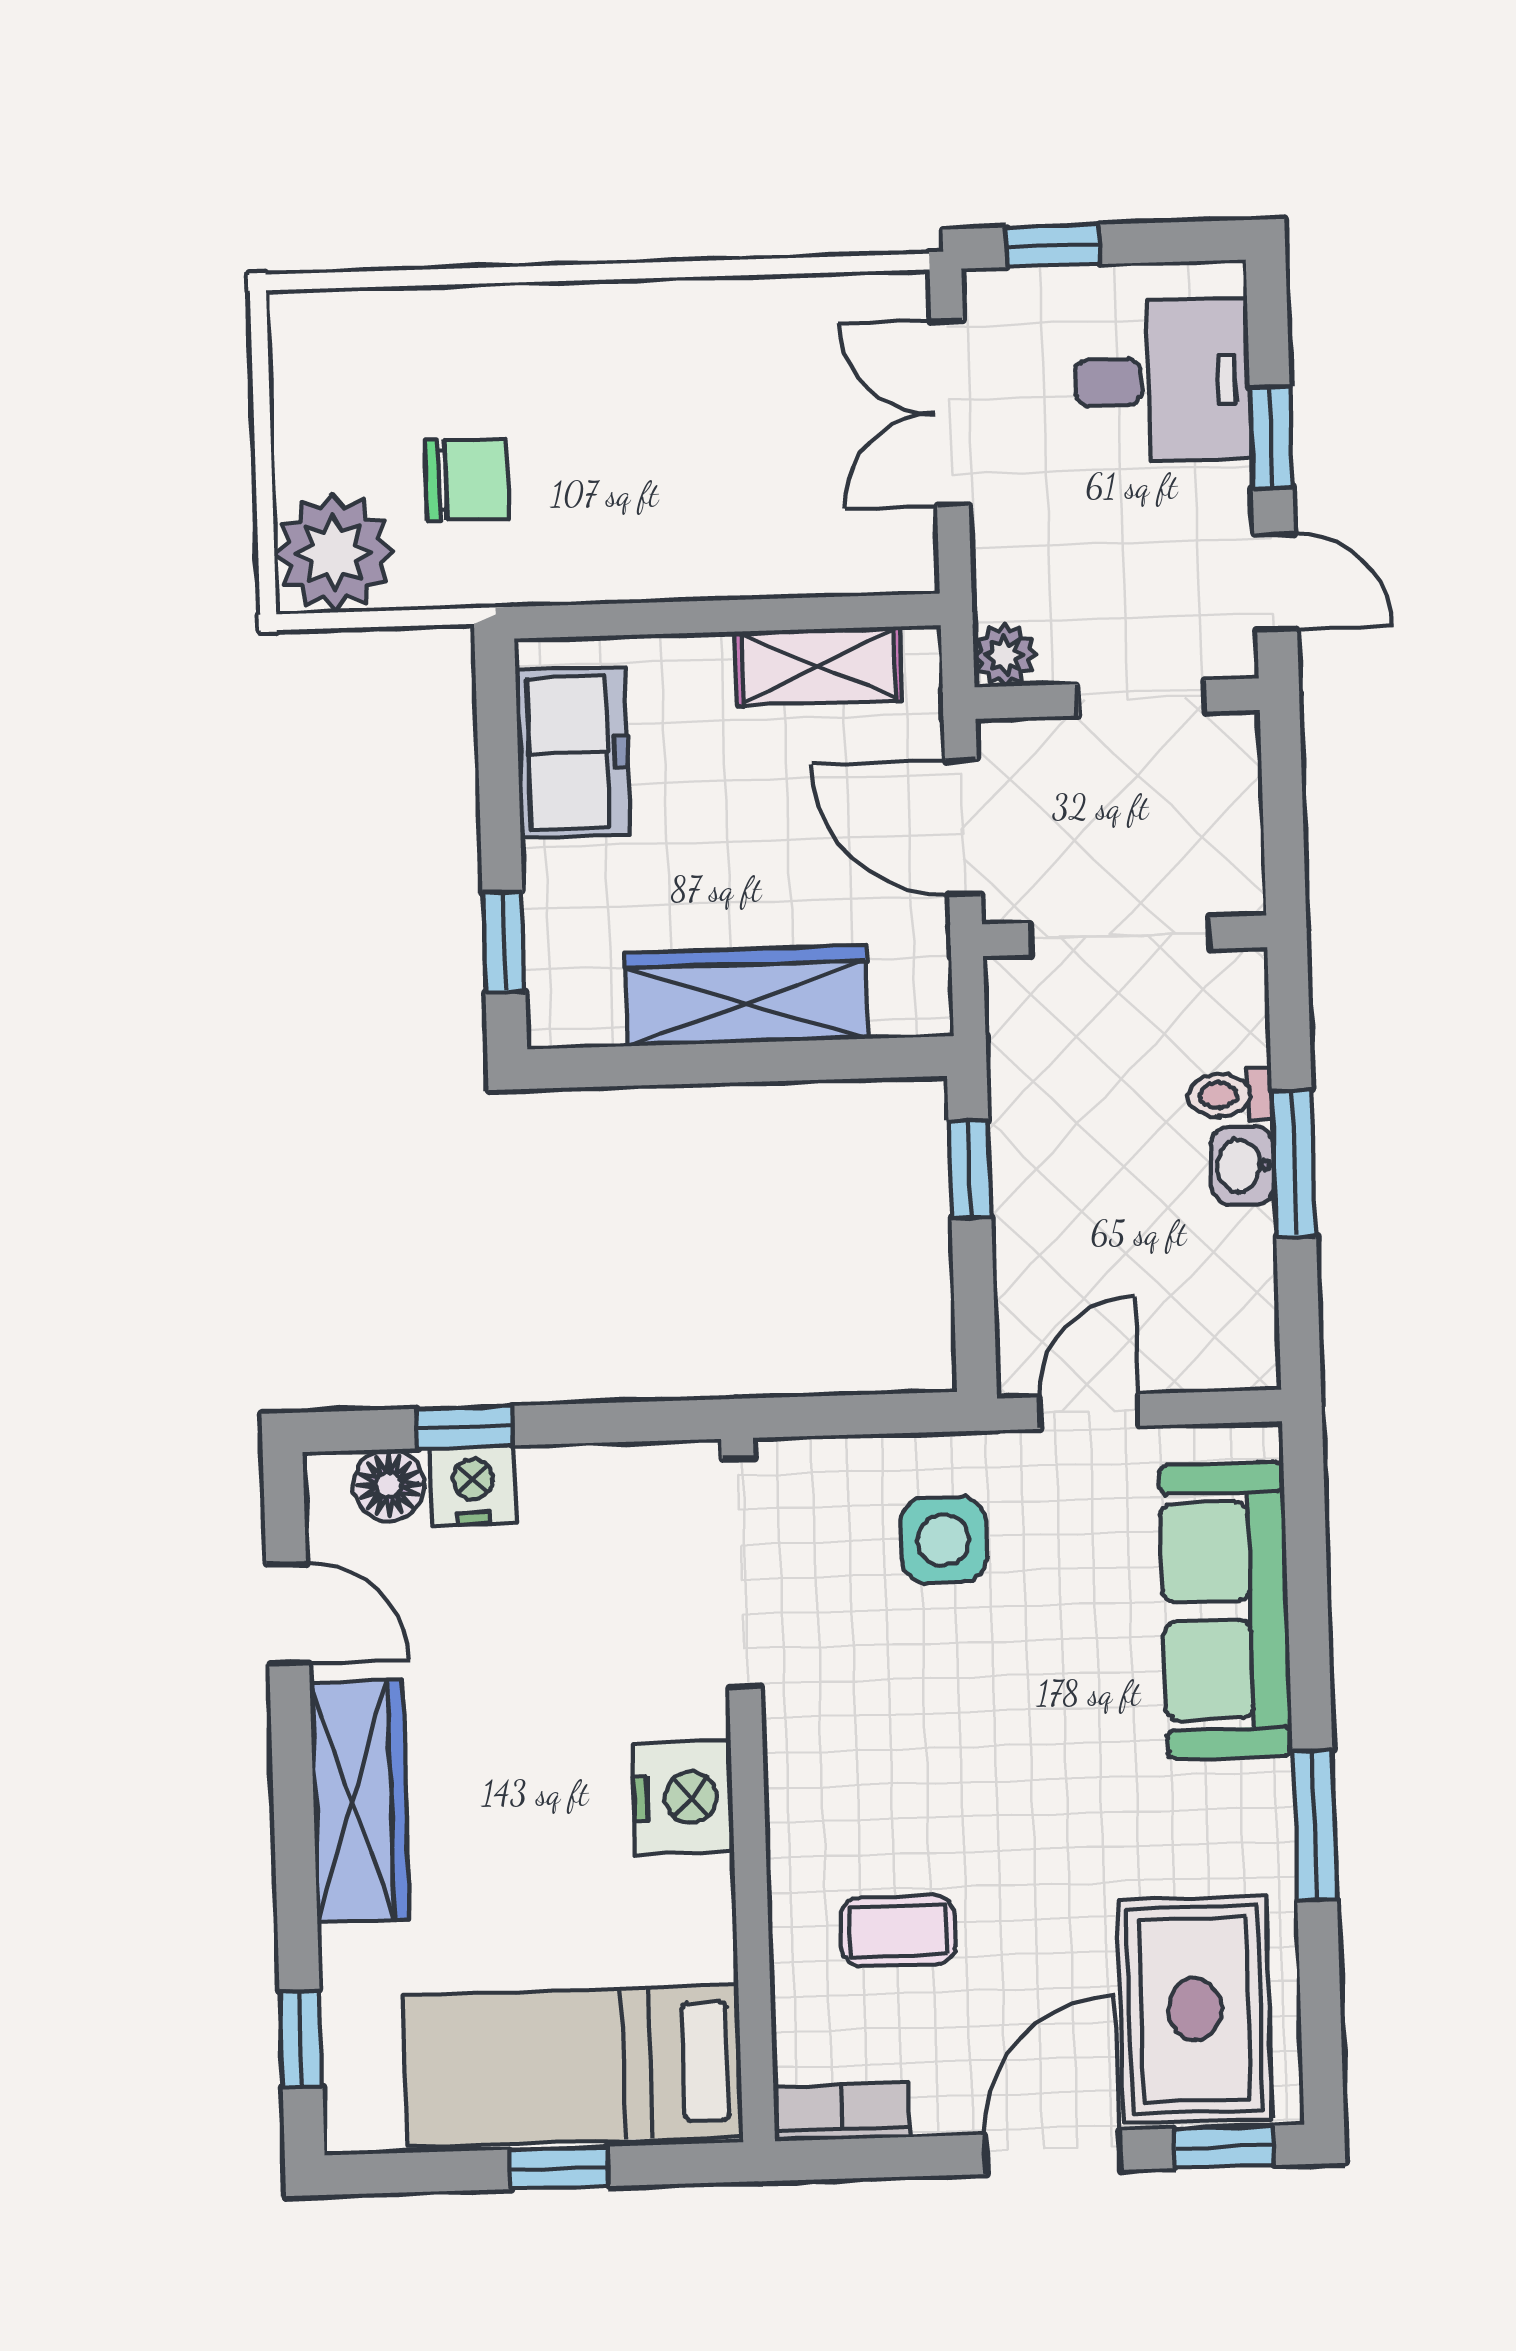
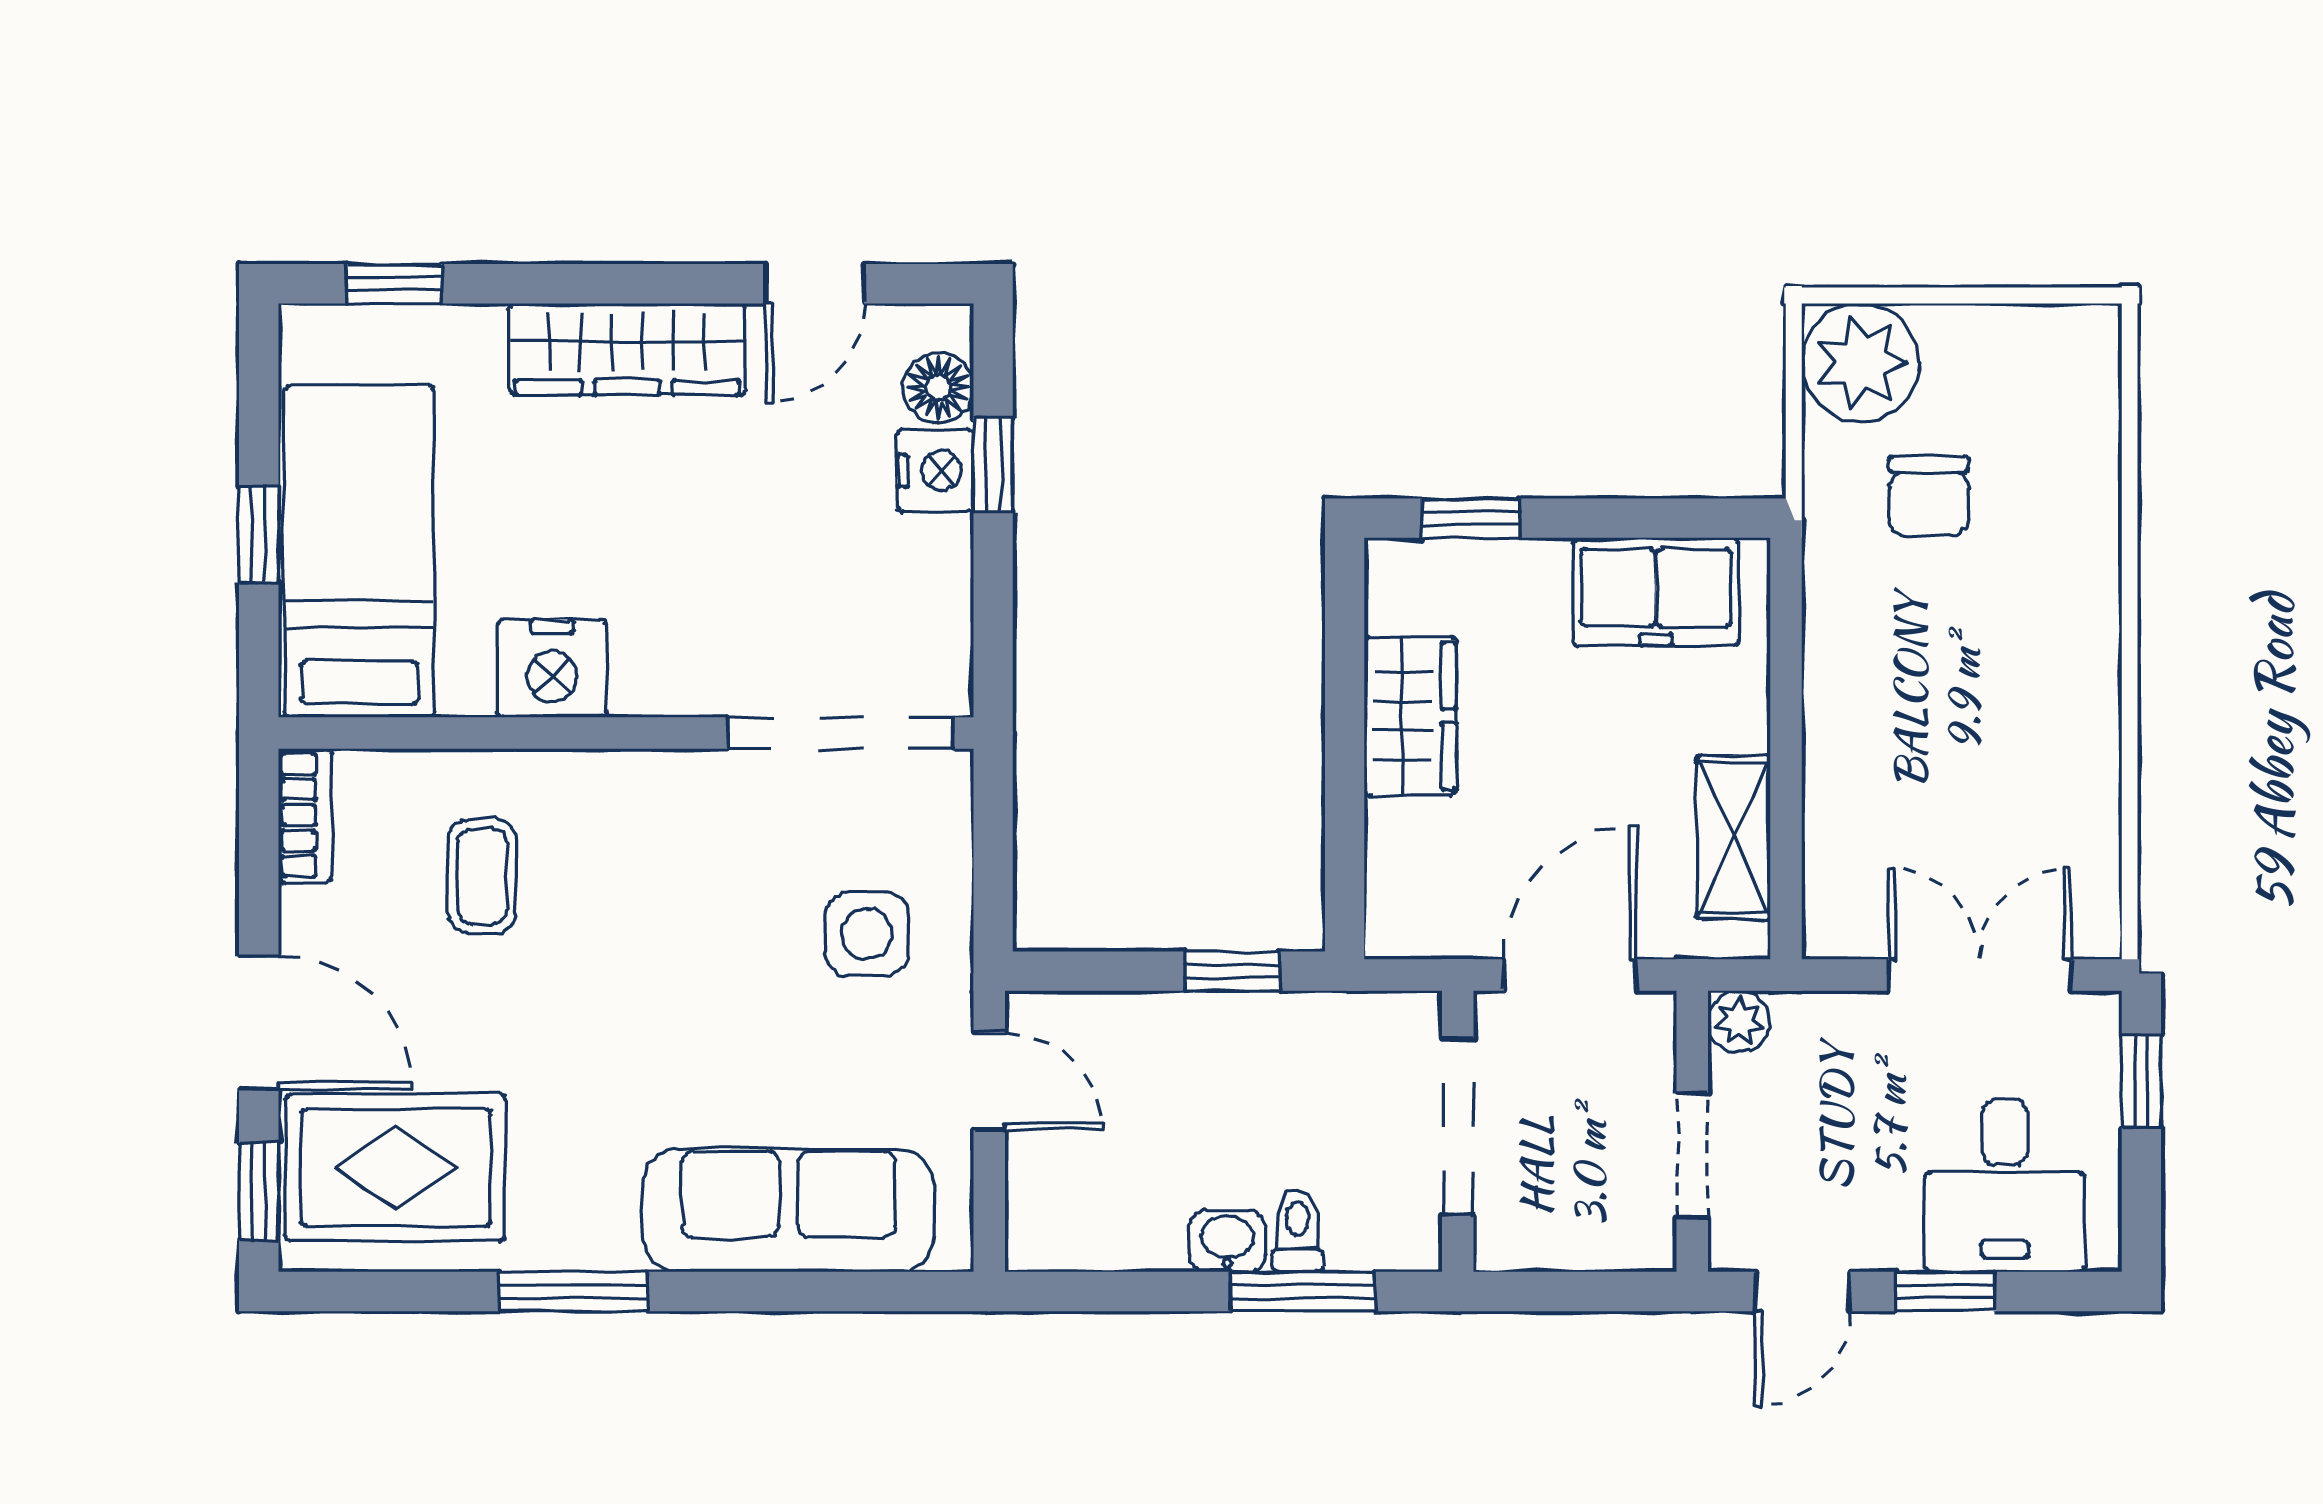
wardrobe: (746, 996) -> (1410, 716), width x0.67
window: (1294, 1163) -> (1302, 1291), moved
nightstand: (683, 1797) -> (552, 669), moved

